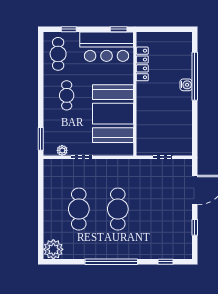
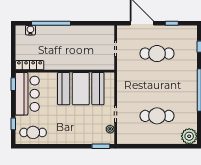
locker: (142, 64) -> (30, 65), moved
water cooler: (186, 85) -> (30, 30), moved
cafe table: (67, 95) -> (66, 126), removed
cafe table: (118, 209) -> (157, 54), moved

